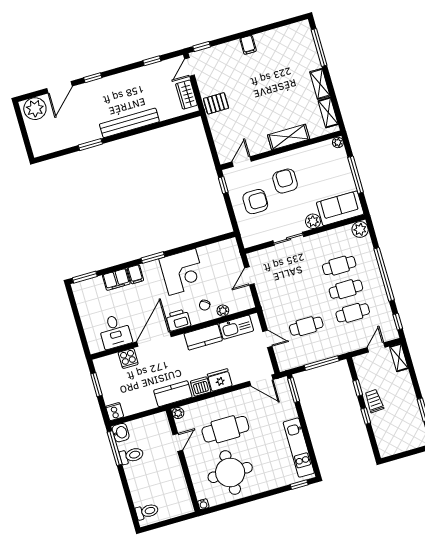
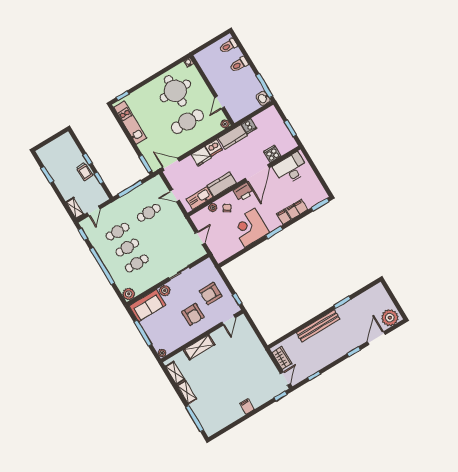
pallet: (216, 103) -> (259, 357), removed
desk: (115, 331) -> (291, 169), width x1.37
cooker: (115, 412) -> (249, 126), moved
toilet: (132, 456) -> (239, 65), moved

